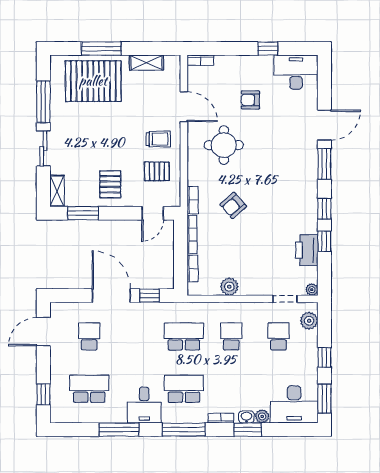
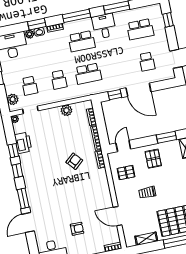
trolley: (158, 139) -> (147, 193), moved
round table: (224, 145) -> (88, 197), removed

